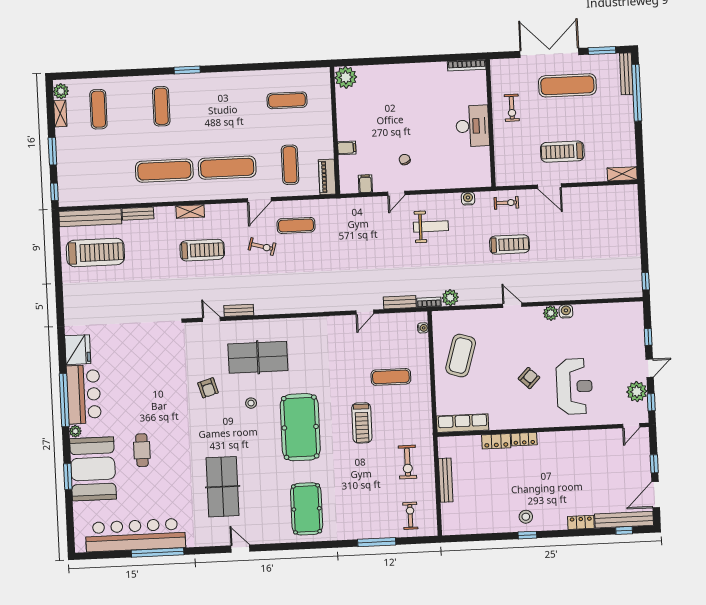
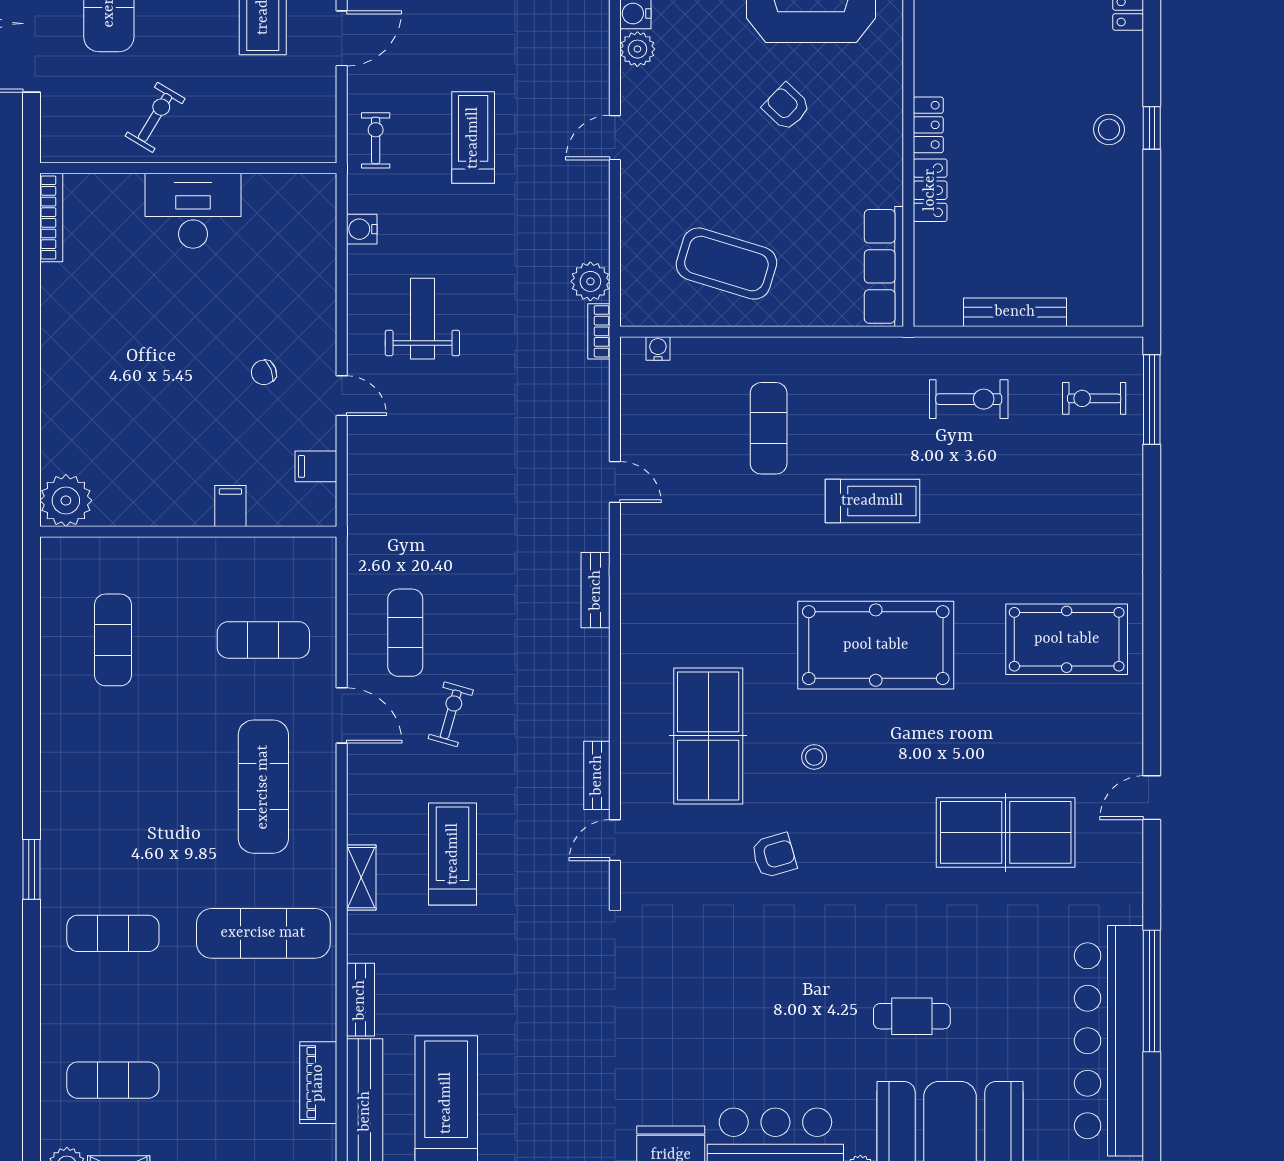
exercise bike: (512, 108) -> (155, 117), turned -59
exercise mat: (164, 171) -> (263, 933), turned 90
piano: (327, 177) -> (318, 1083), moved, turned 90
bench: (400, 302) -> (596, 590), moved
window: (377, 542) -> (1152, 400), moved

